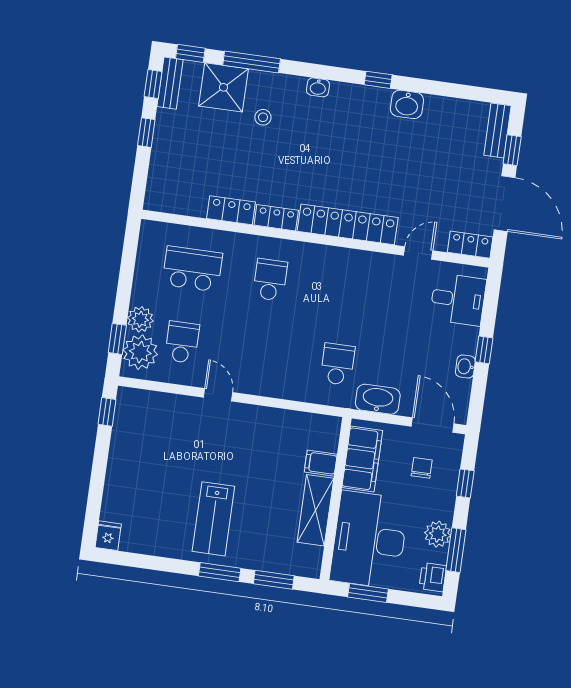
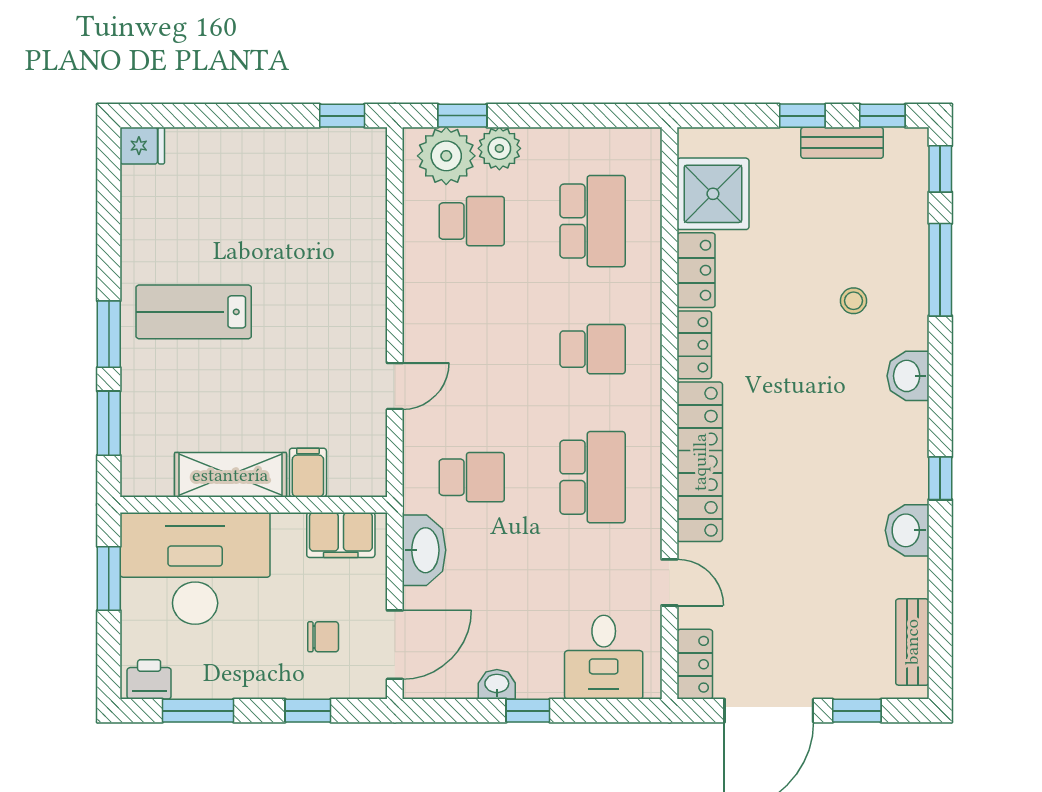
bench: (170, 83) -> (842, 143), moved
shower: (223, 87) -> (713, 194), moved
washbasin: (318, 87) -> (908, 376), width x1.38, depth x1.45
bench: (498, 130) -> (912, 642), moved, turned 90
school desk: (348, 291) -> (593, 477), added
door: (218, 395) -> (395, 386), moved
filing cabinet: (362, 459) -> (341, 535), width x0.67, depth x0.86
plant: (438, 534) -> (220, 678), removed

